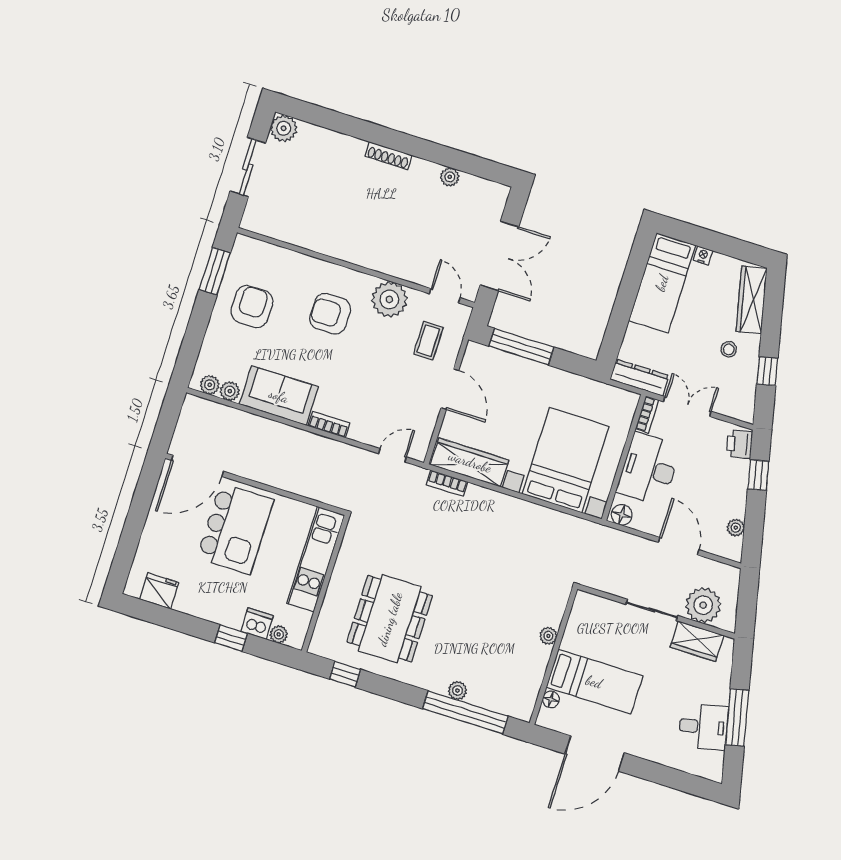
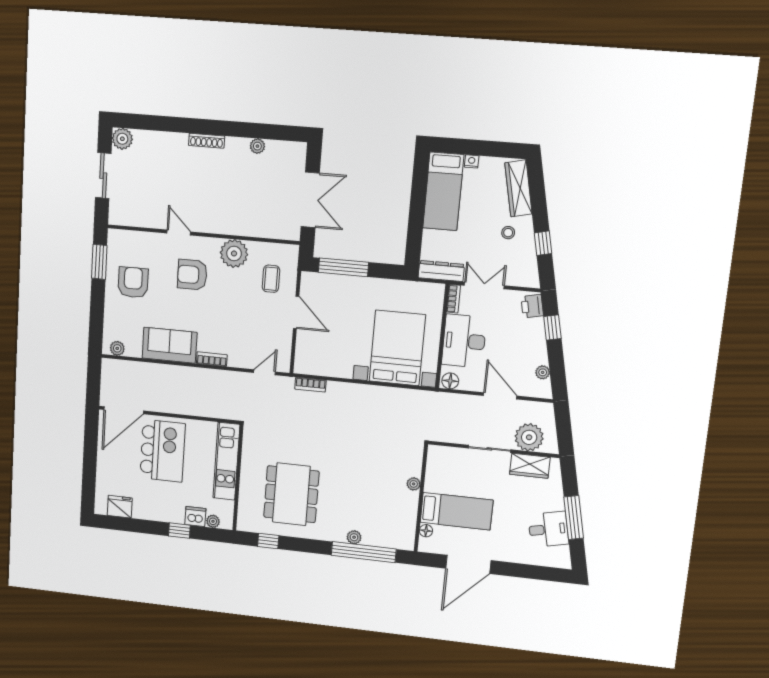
door: (445, 296) -> (179, 233), moved
plant: (230, 391) -> (133, 350), removed
wardrobe: (470, 462) -> (324, 365), removed

